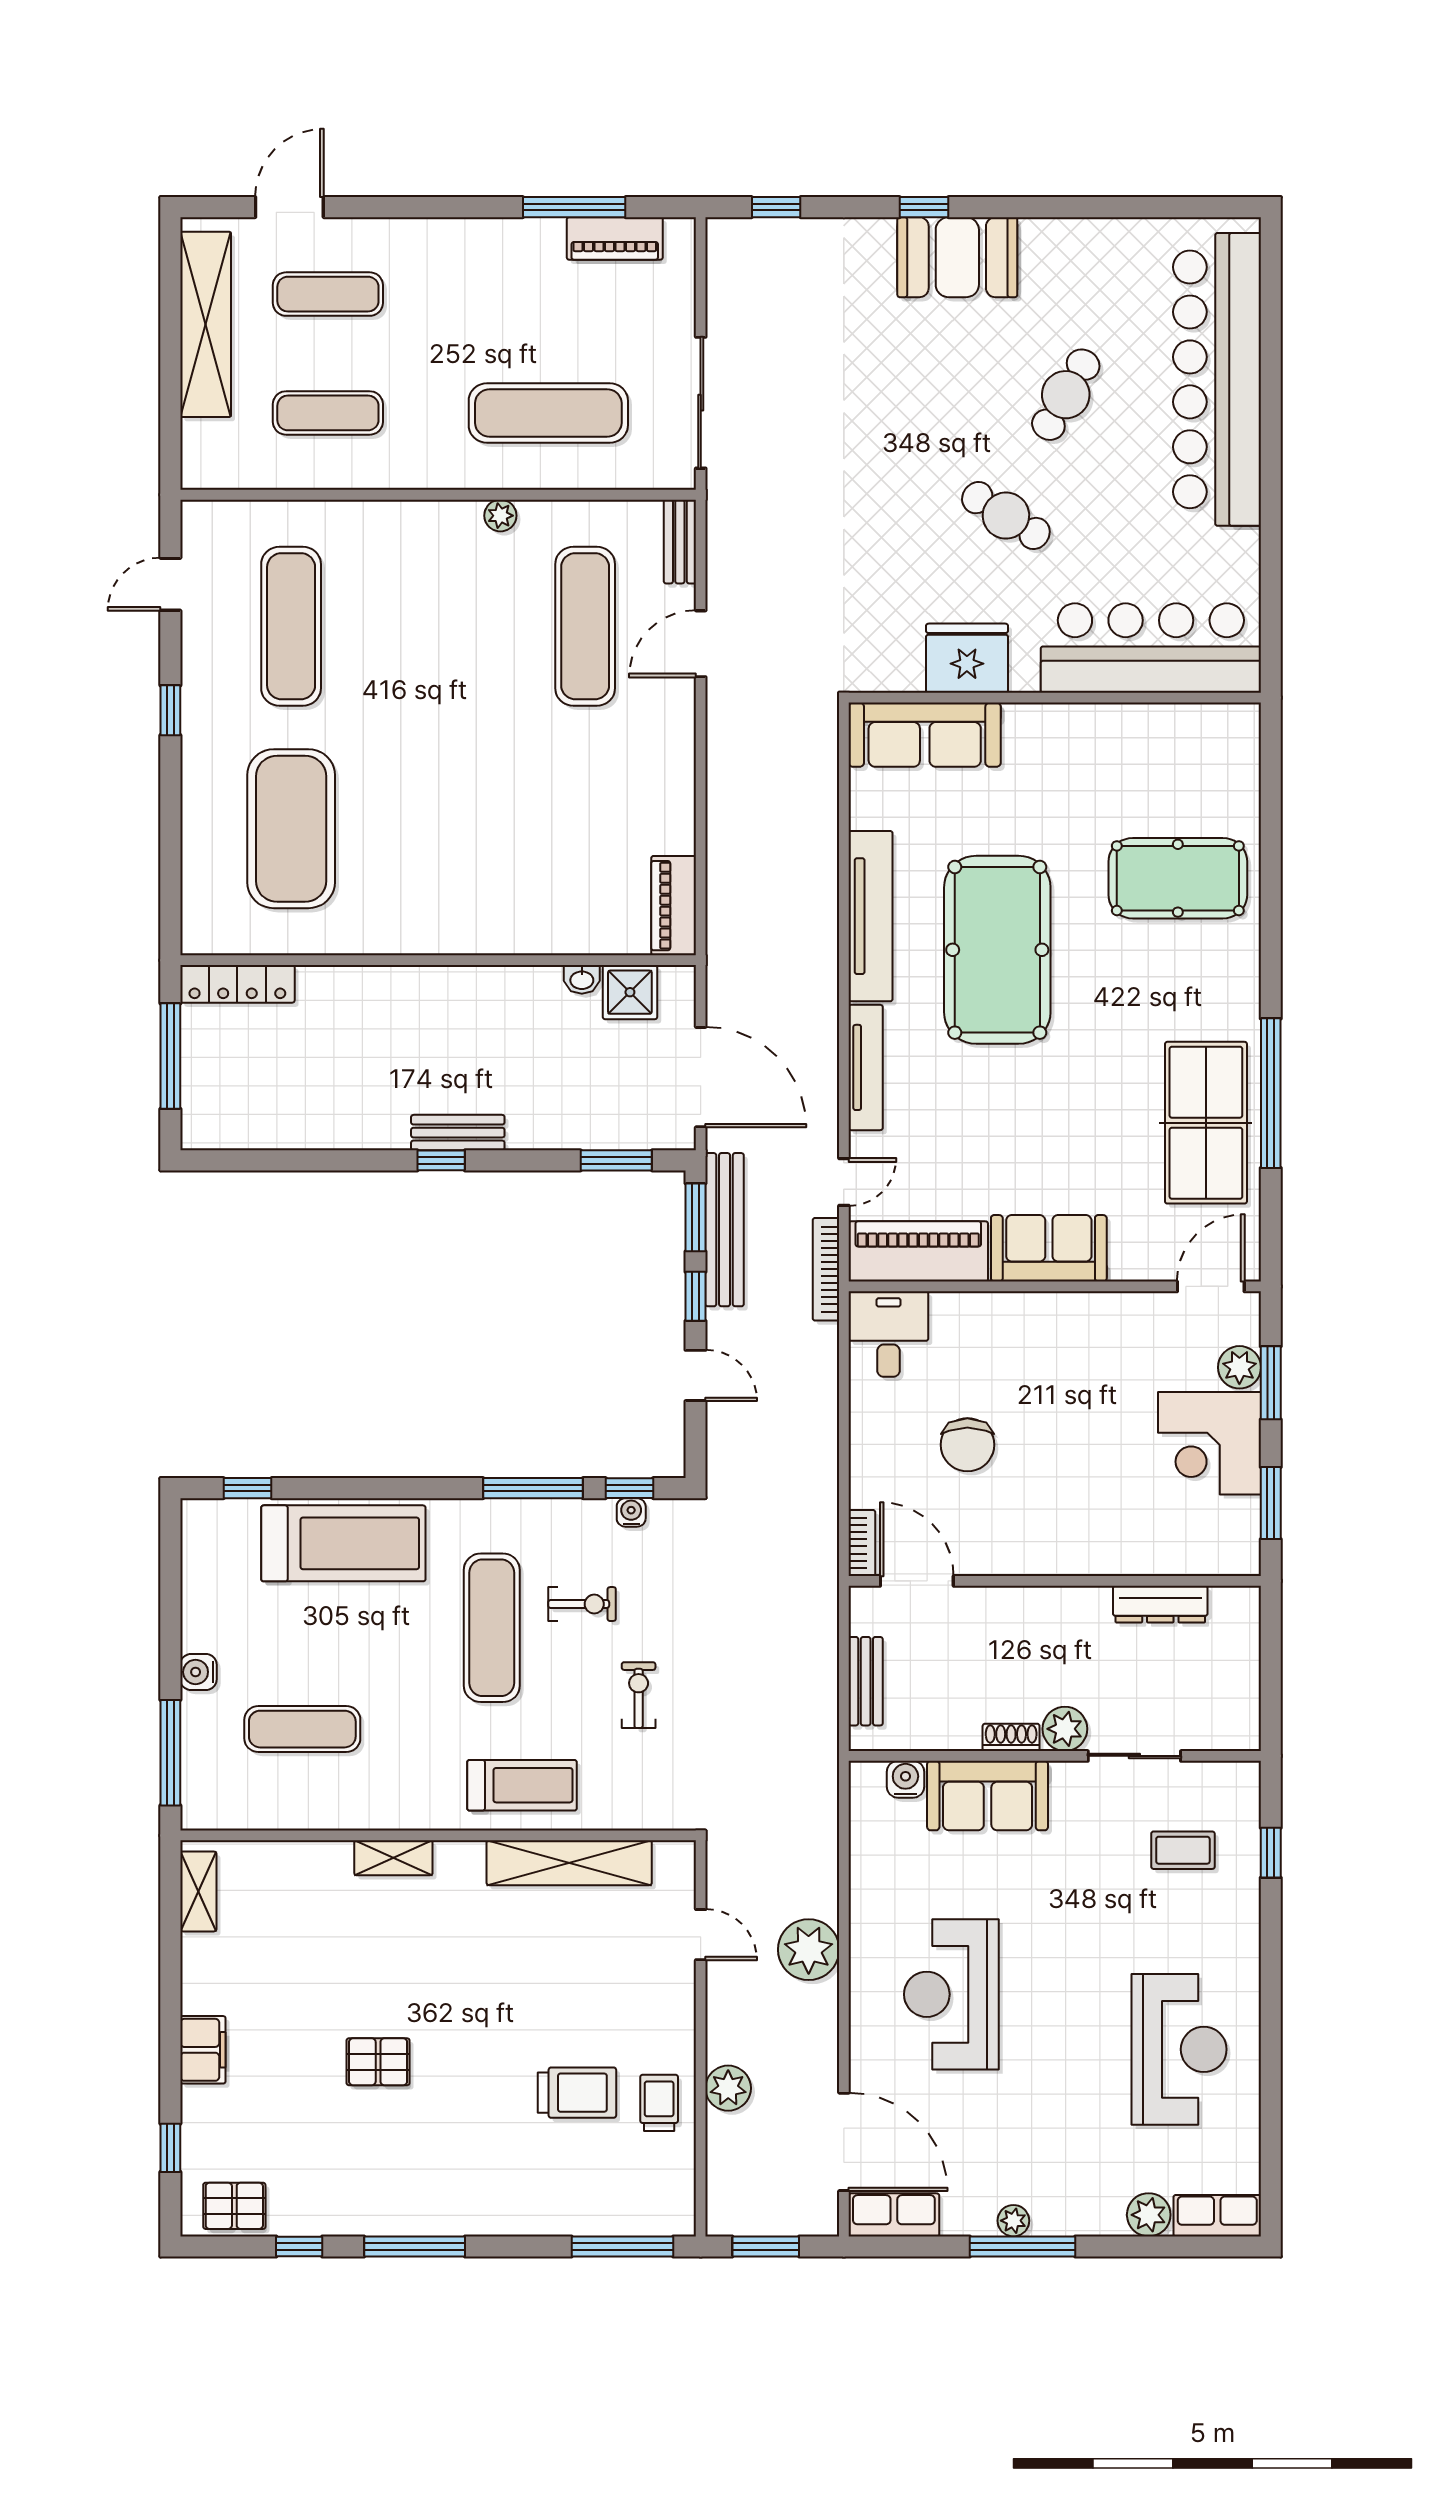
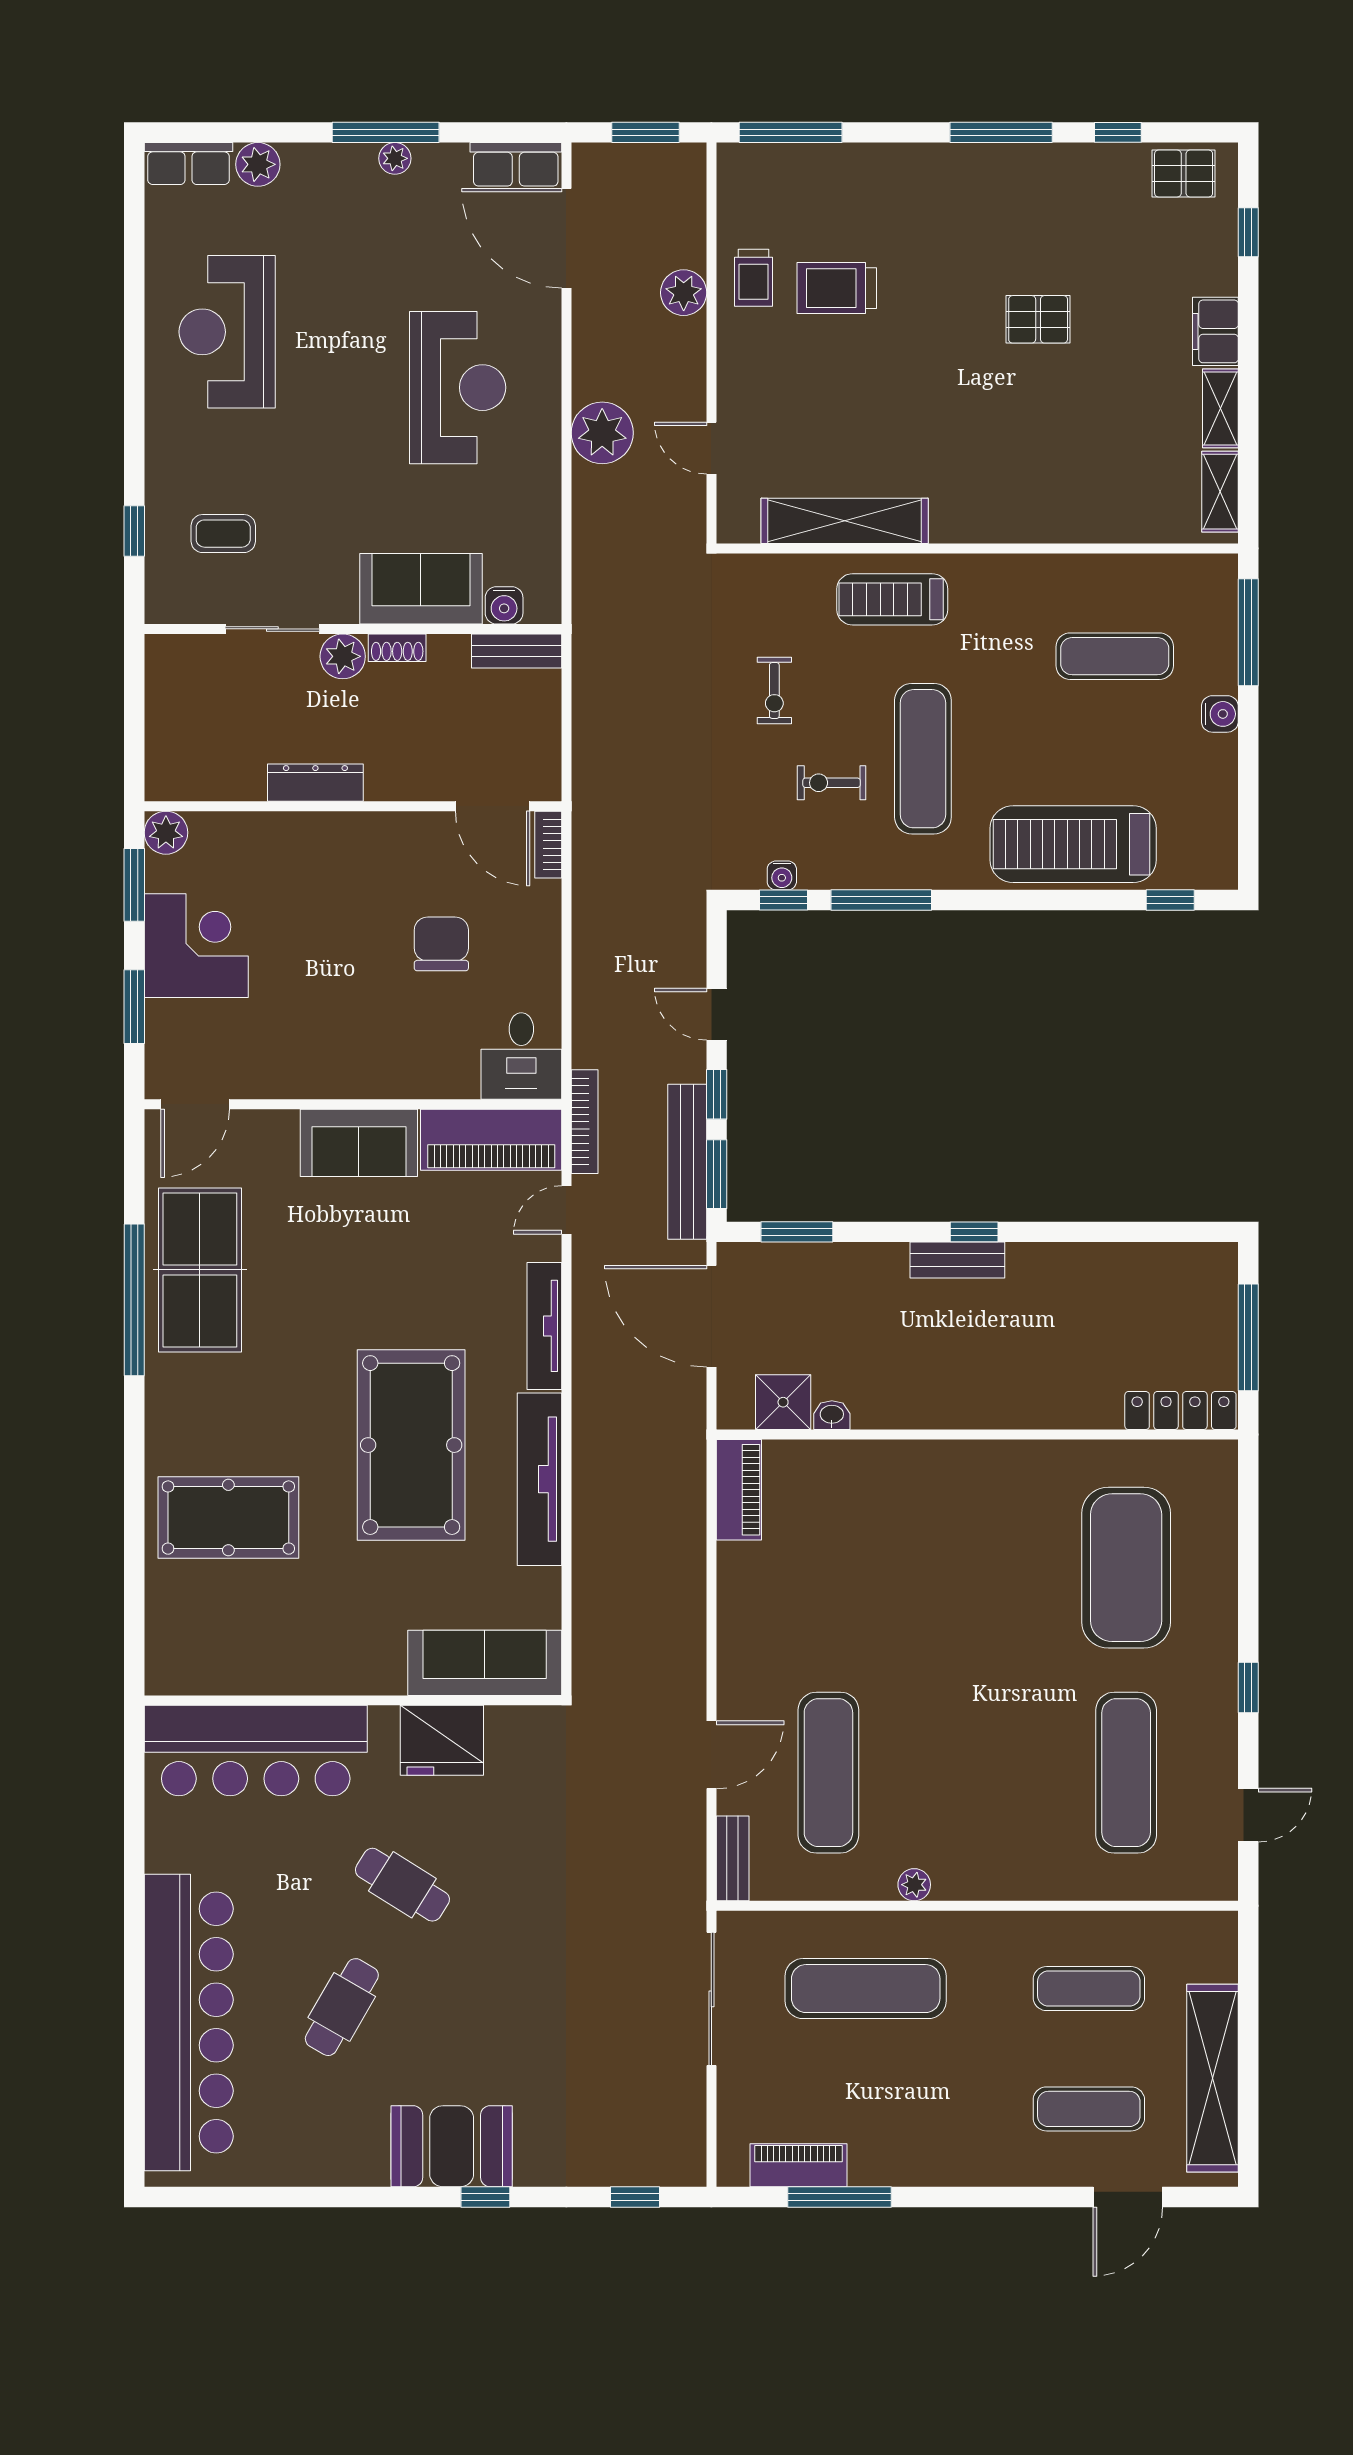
plant: (1239, 1367) -> (166, 833), moved
dresser: (1160, 1604) -> (315, 783), moved
bench: (866, 1681) -> (517, 651), moved, turned 90
shelving: (393, 1858) -> (1220, 408), moved, turned 90

